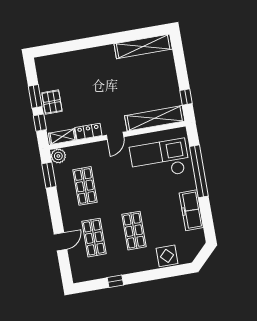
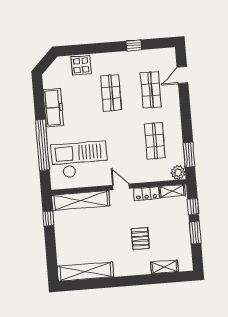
shelving: (63, 59) -> (164, 267), added
pallet: (52, 102) -> (140, 239), moved
door: (115, 136) -> (121, 187), hinge flipped
checkout: (160, 160) -> (80, 160), turned 180
door: (61, 242) -> (182, 75), moved

